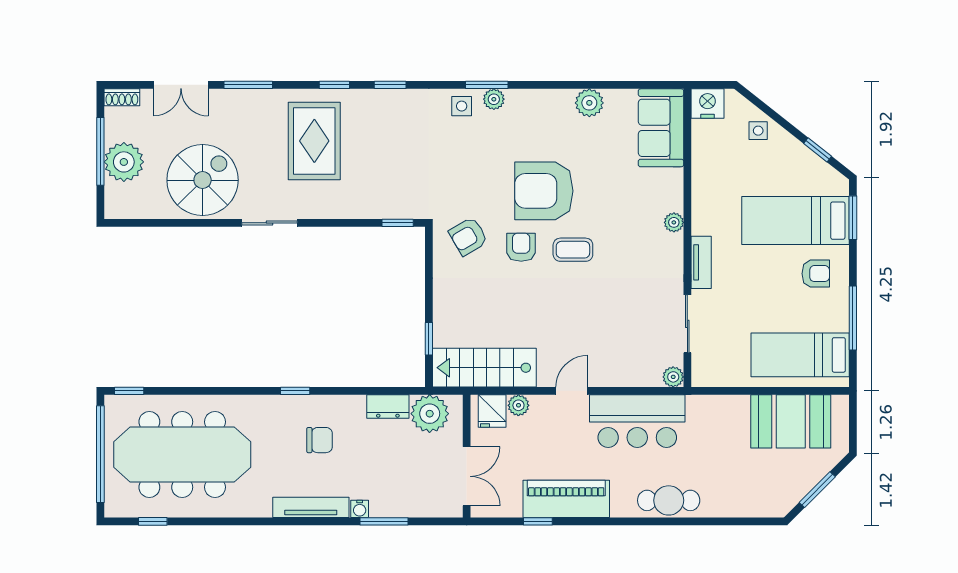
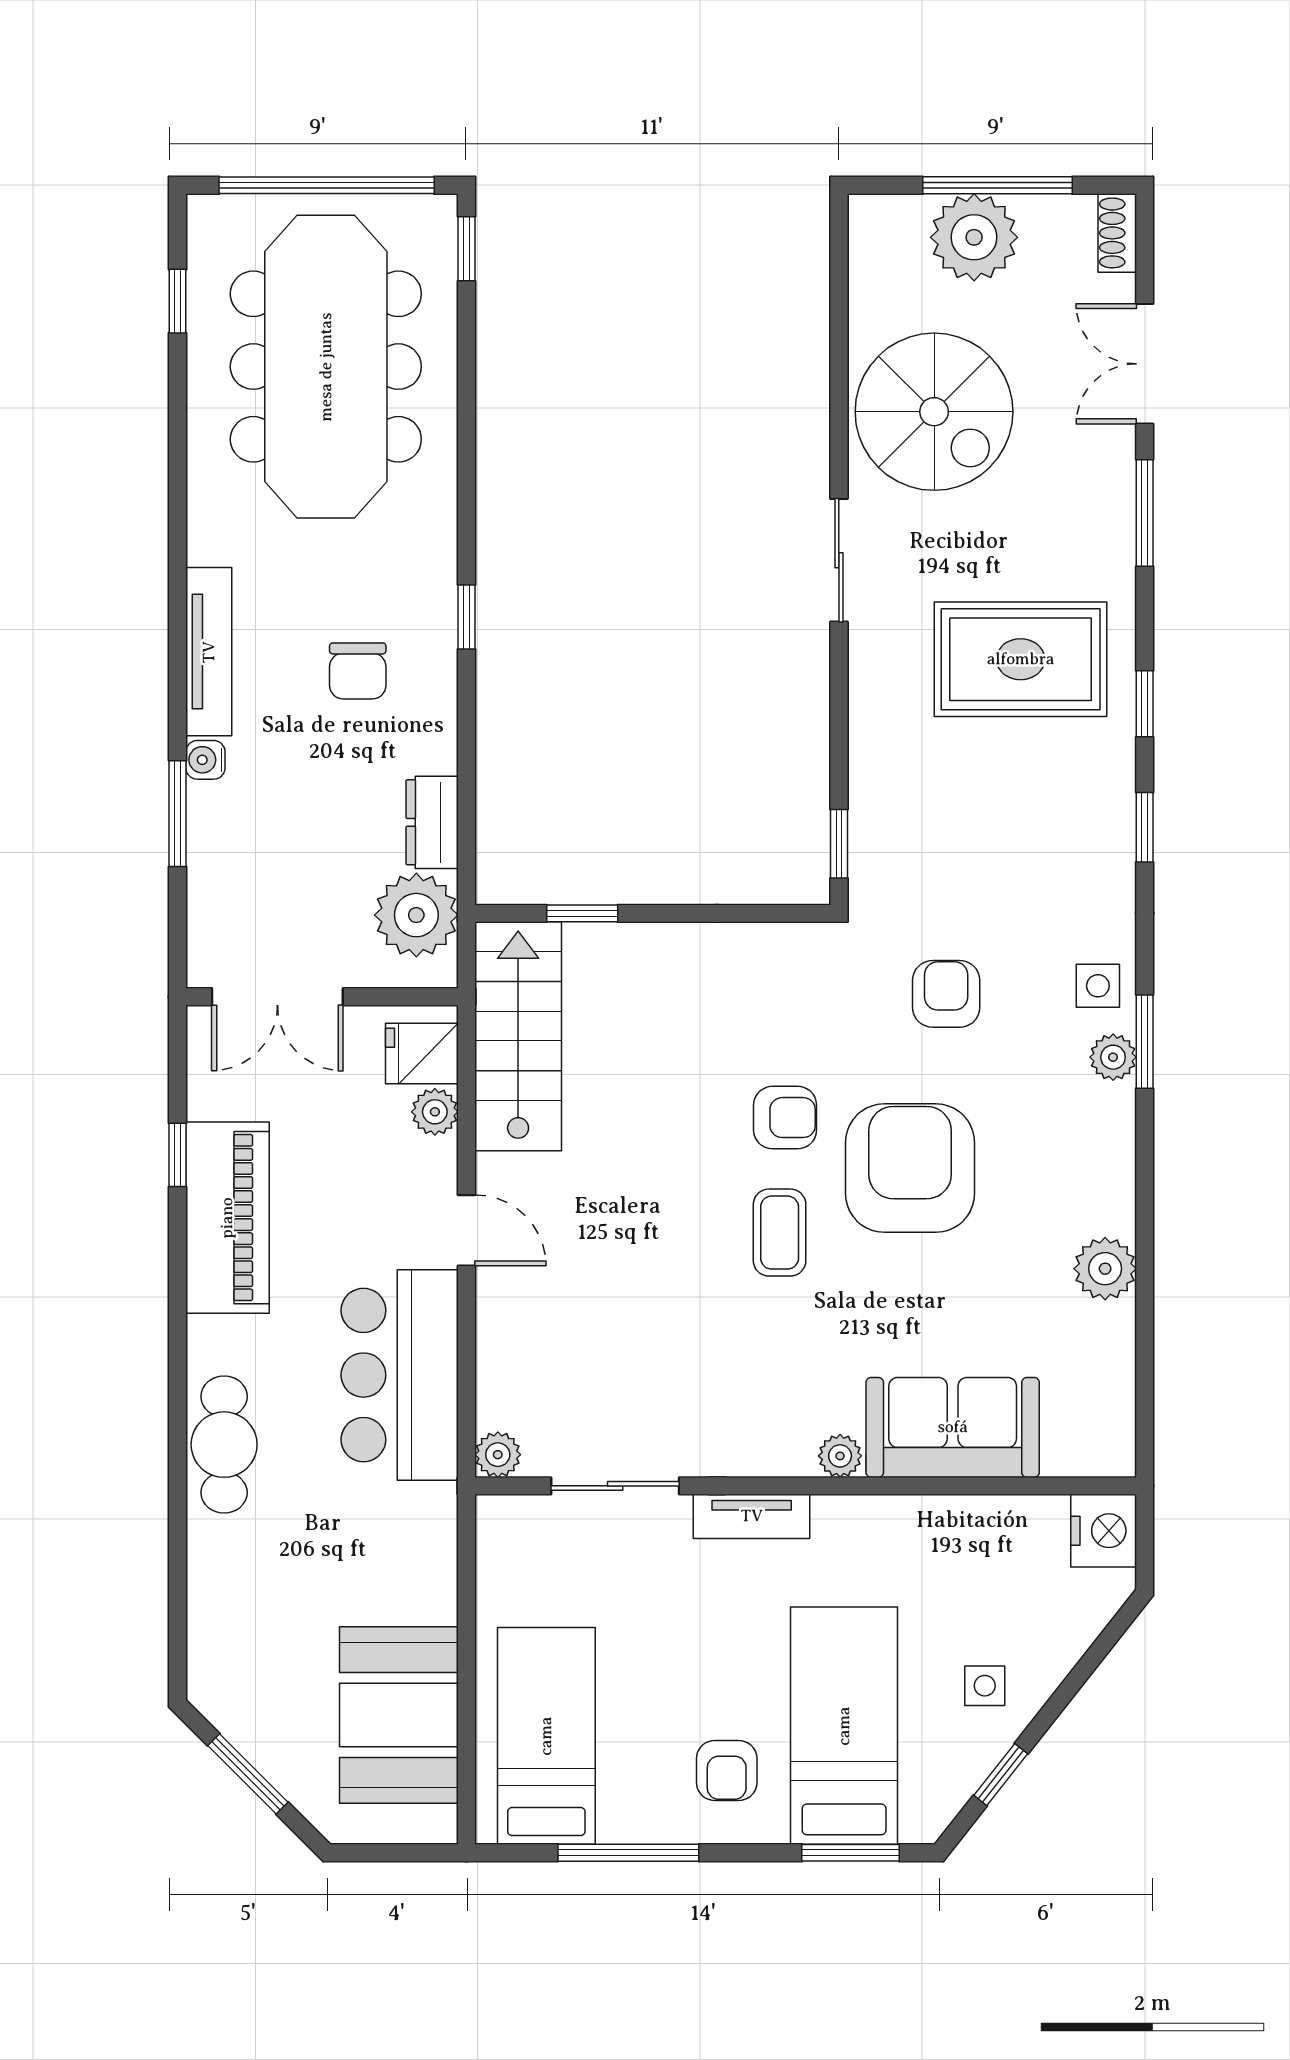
sofa: (661, 128) -> (953, 1427), moved
side table: (758, 131) -> (985, 1686), moved
armchair: (468, 236) -> (946, 994), moved, turned 30

